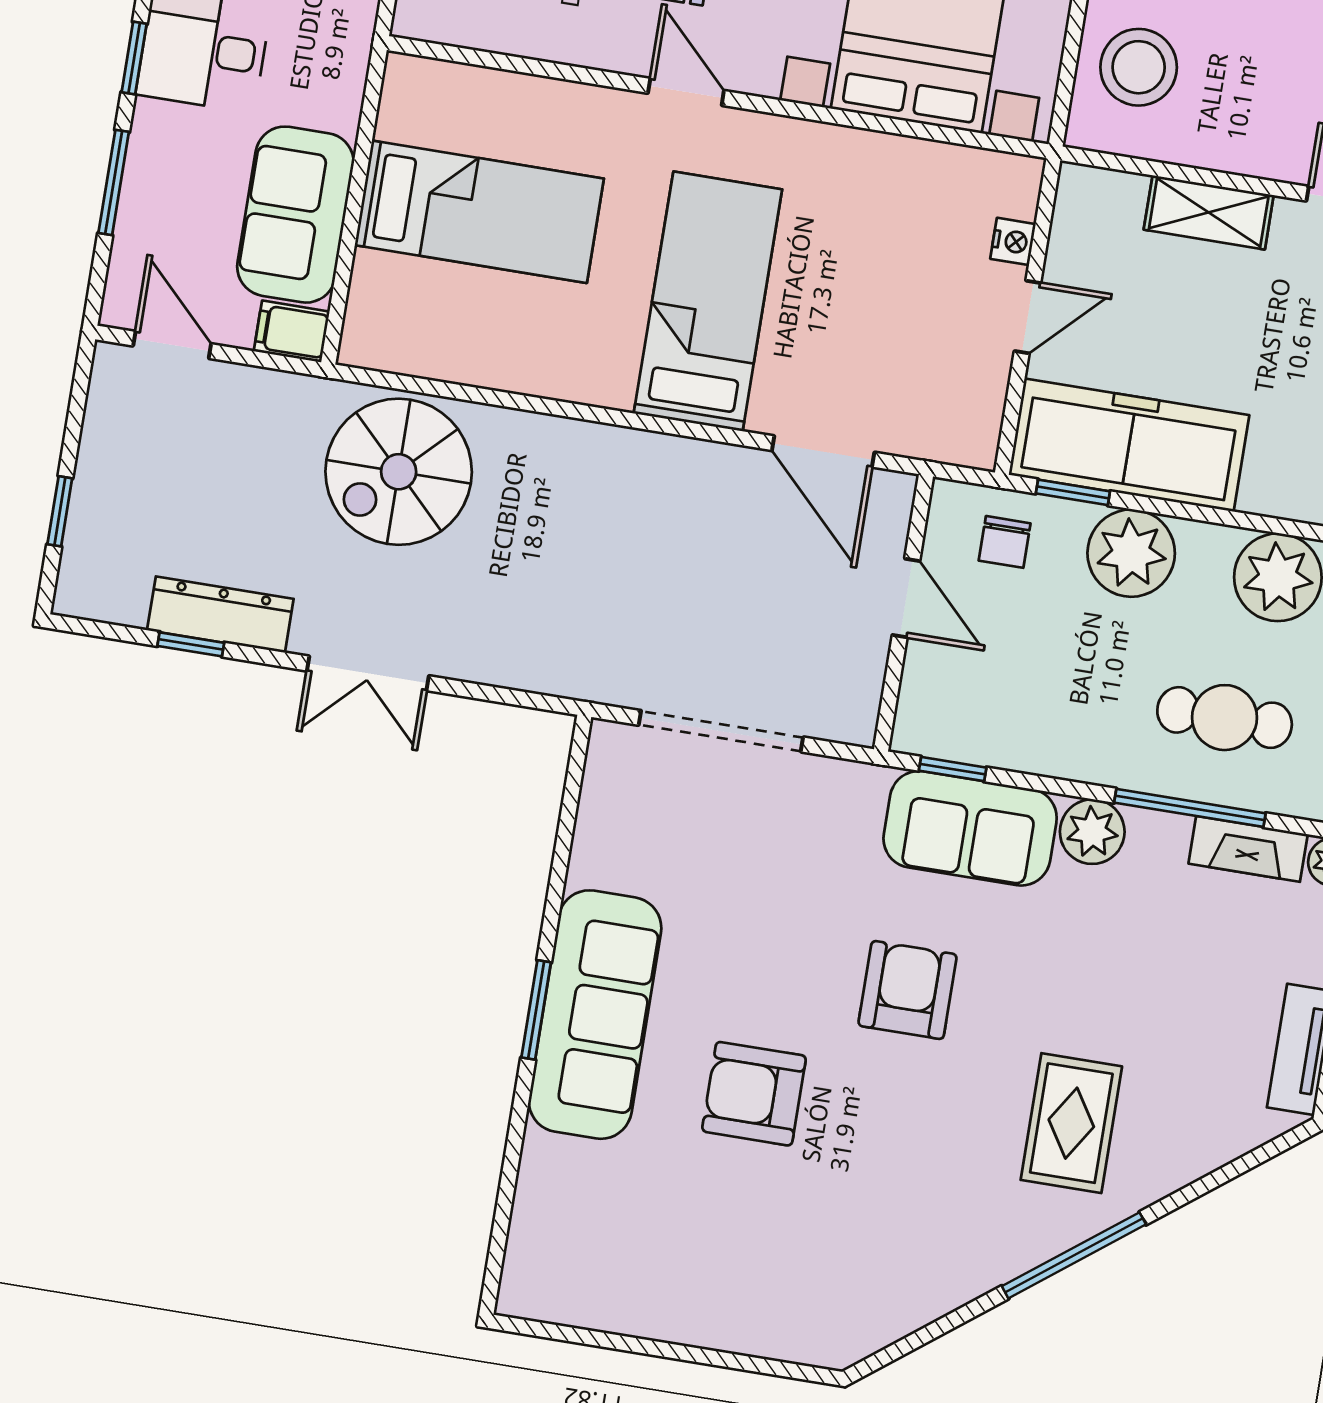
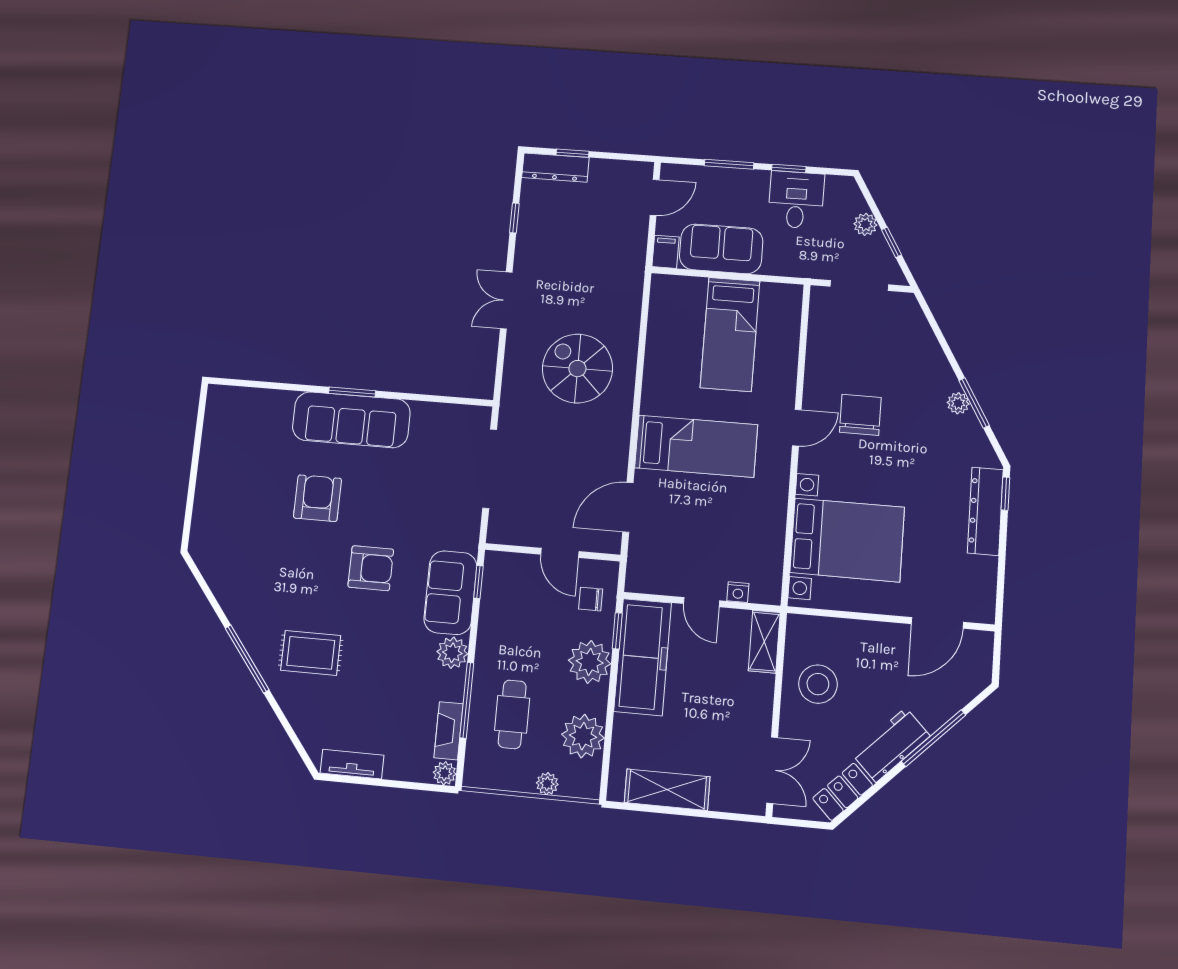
stool: (1139, 67) -> (818, 684), moved
shelving: (1209, 212) -> (764, 642), moved
spiral stairs: (399, 472) -> (577, 369), moved
door: (906, 598) -> (560, 553), hinge flipped
dresser: (220, 615) -> (555, 168), moved, turned 90

